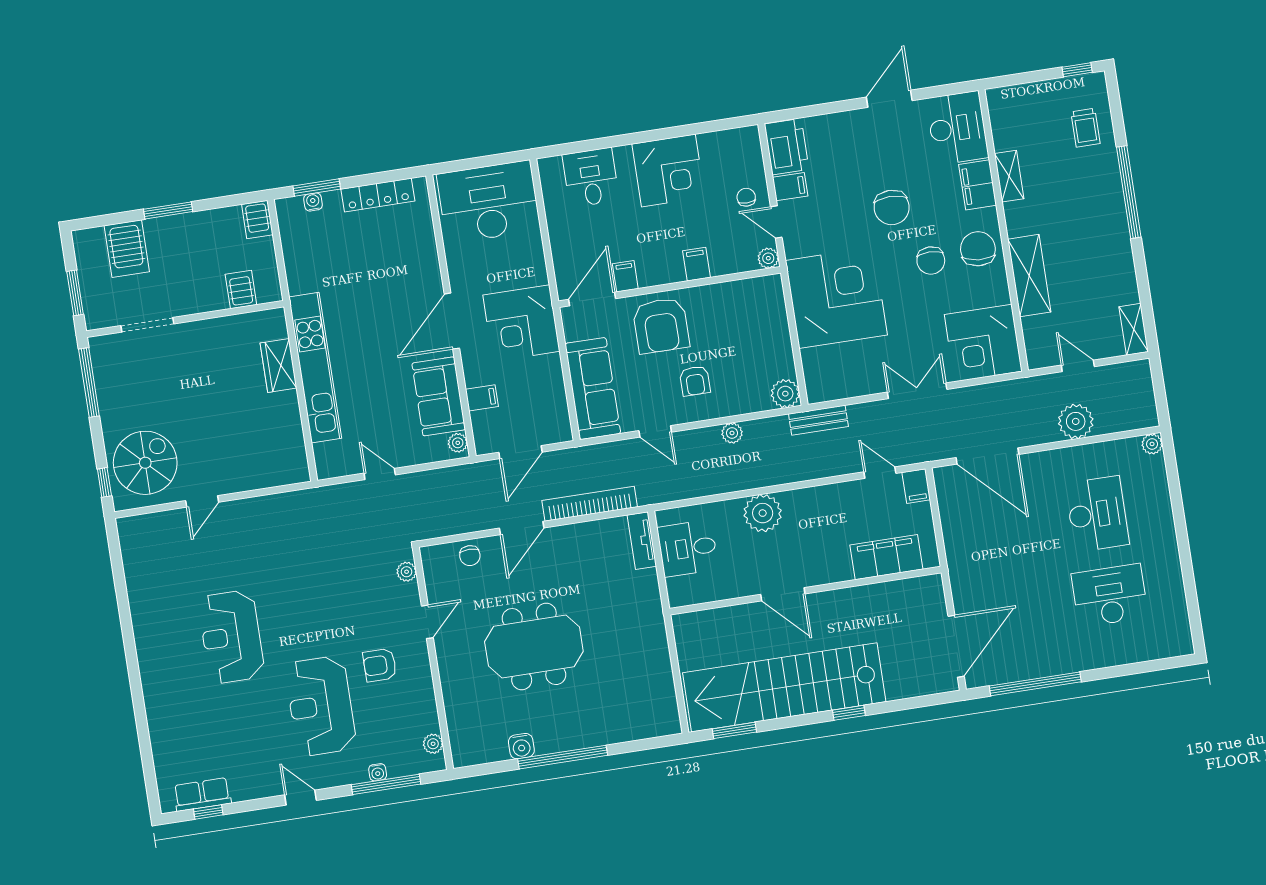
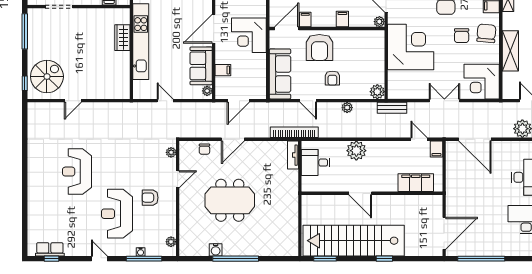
bookcase: (590, 504) -> (294, 132), moved

